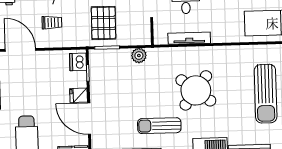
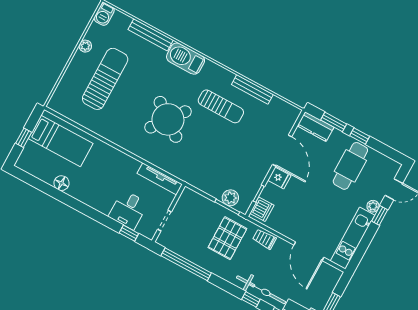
trolley: (52, 22) -> (264, 239), moved
pallet: (104, 23) -> (227, 238), moved
tv unit: (189, 38) -> (160, 179), moved
plant: (139, 56) -> (230, 198), moved

